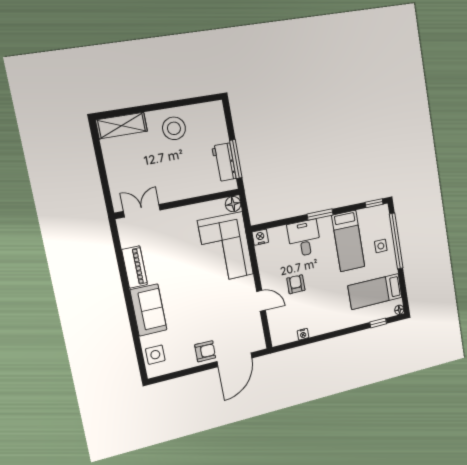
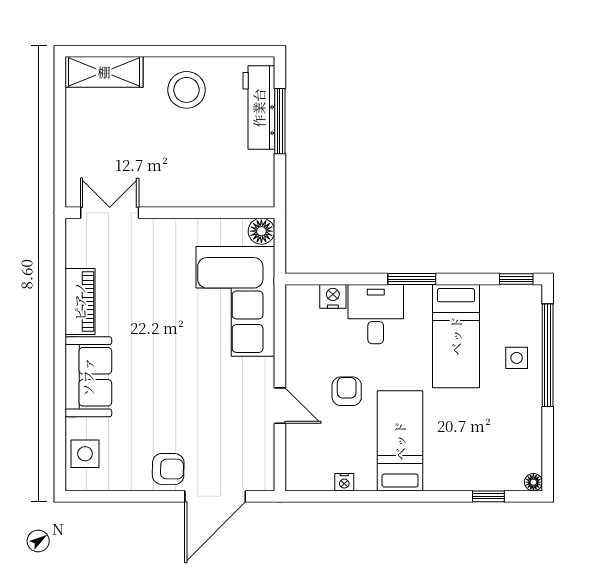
window: (236, 159) -> (280, 121), moved
workbench: (224, 162) -> (259, 108), moved, width x1.38
nightstand: (260, 237) -> (333, 296), moved
bed: (375, 291) -> (400, 441), moved, turned 90

